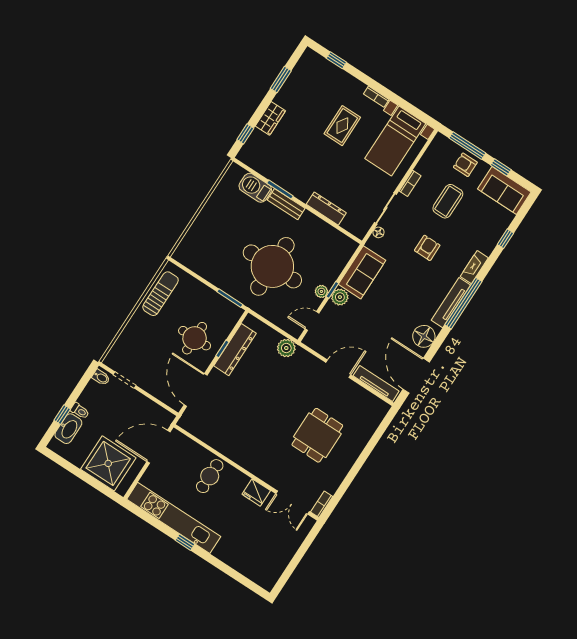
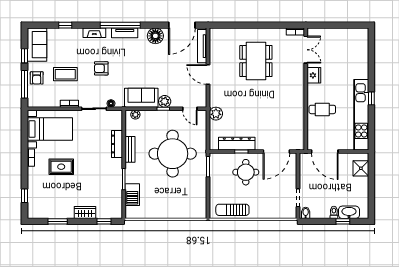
bench: (286, 204) -> (130, 149), moved
plant: (321, 291) -> (135, 115), moved
tv unit: (451, 303) -> (125, 33), width x0.71
dining table: (317, 435) -> (256, 61), width x1.38
shower: (108, 463) -> (361, 168), width x0.54, depth x0.54

